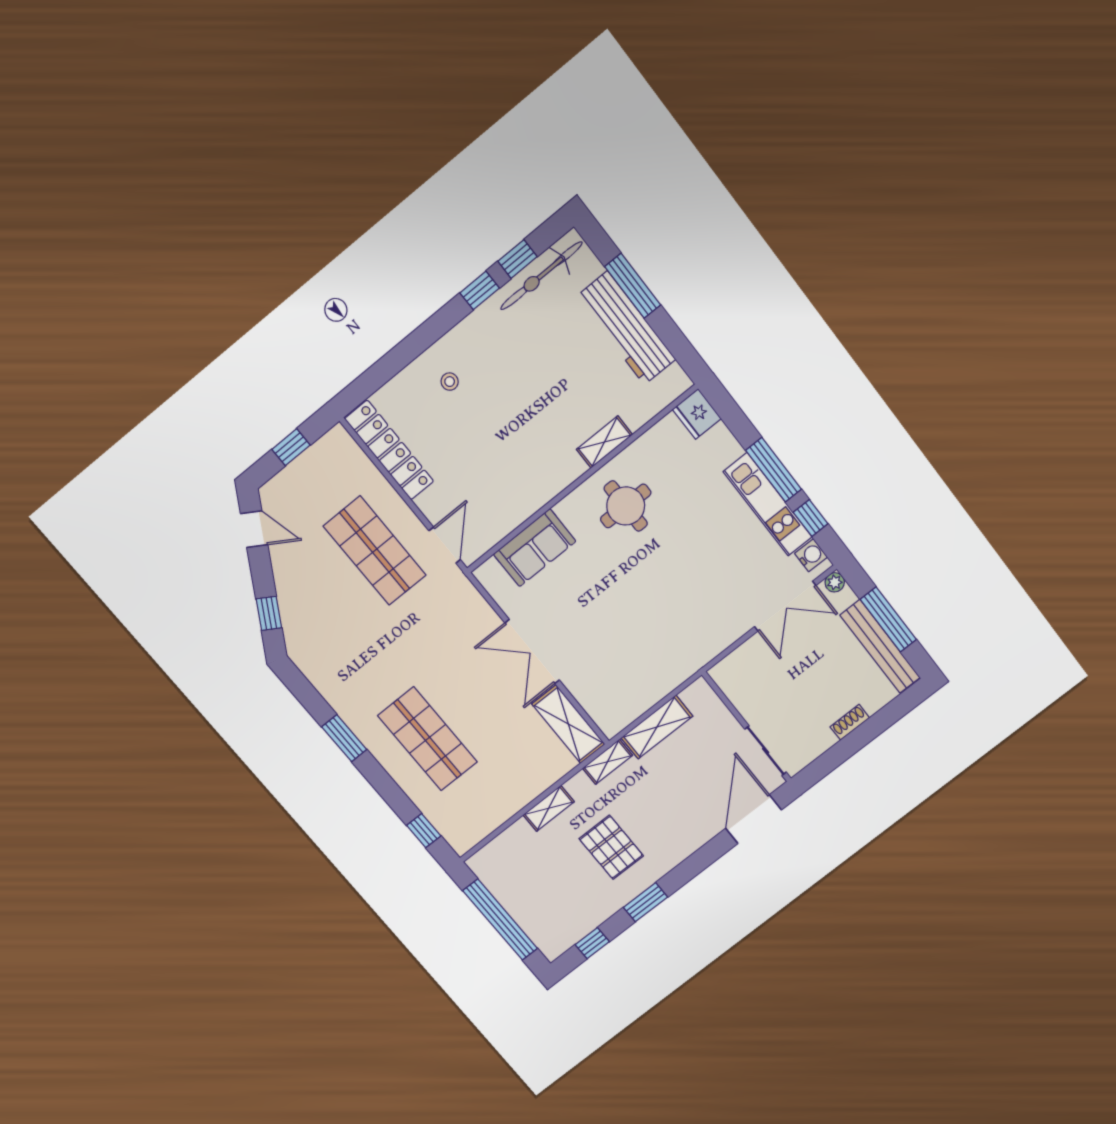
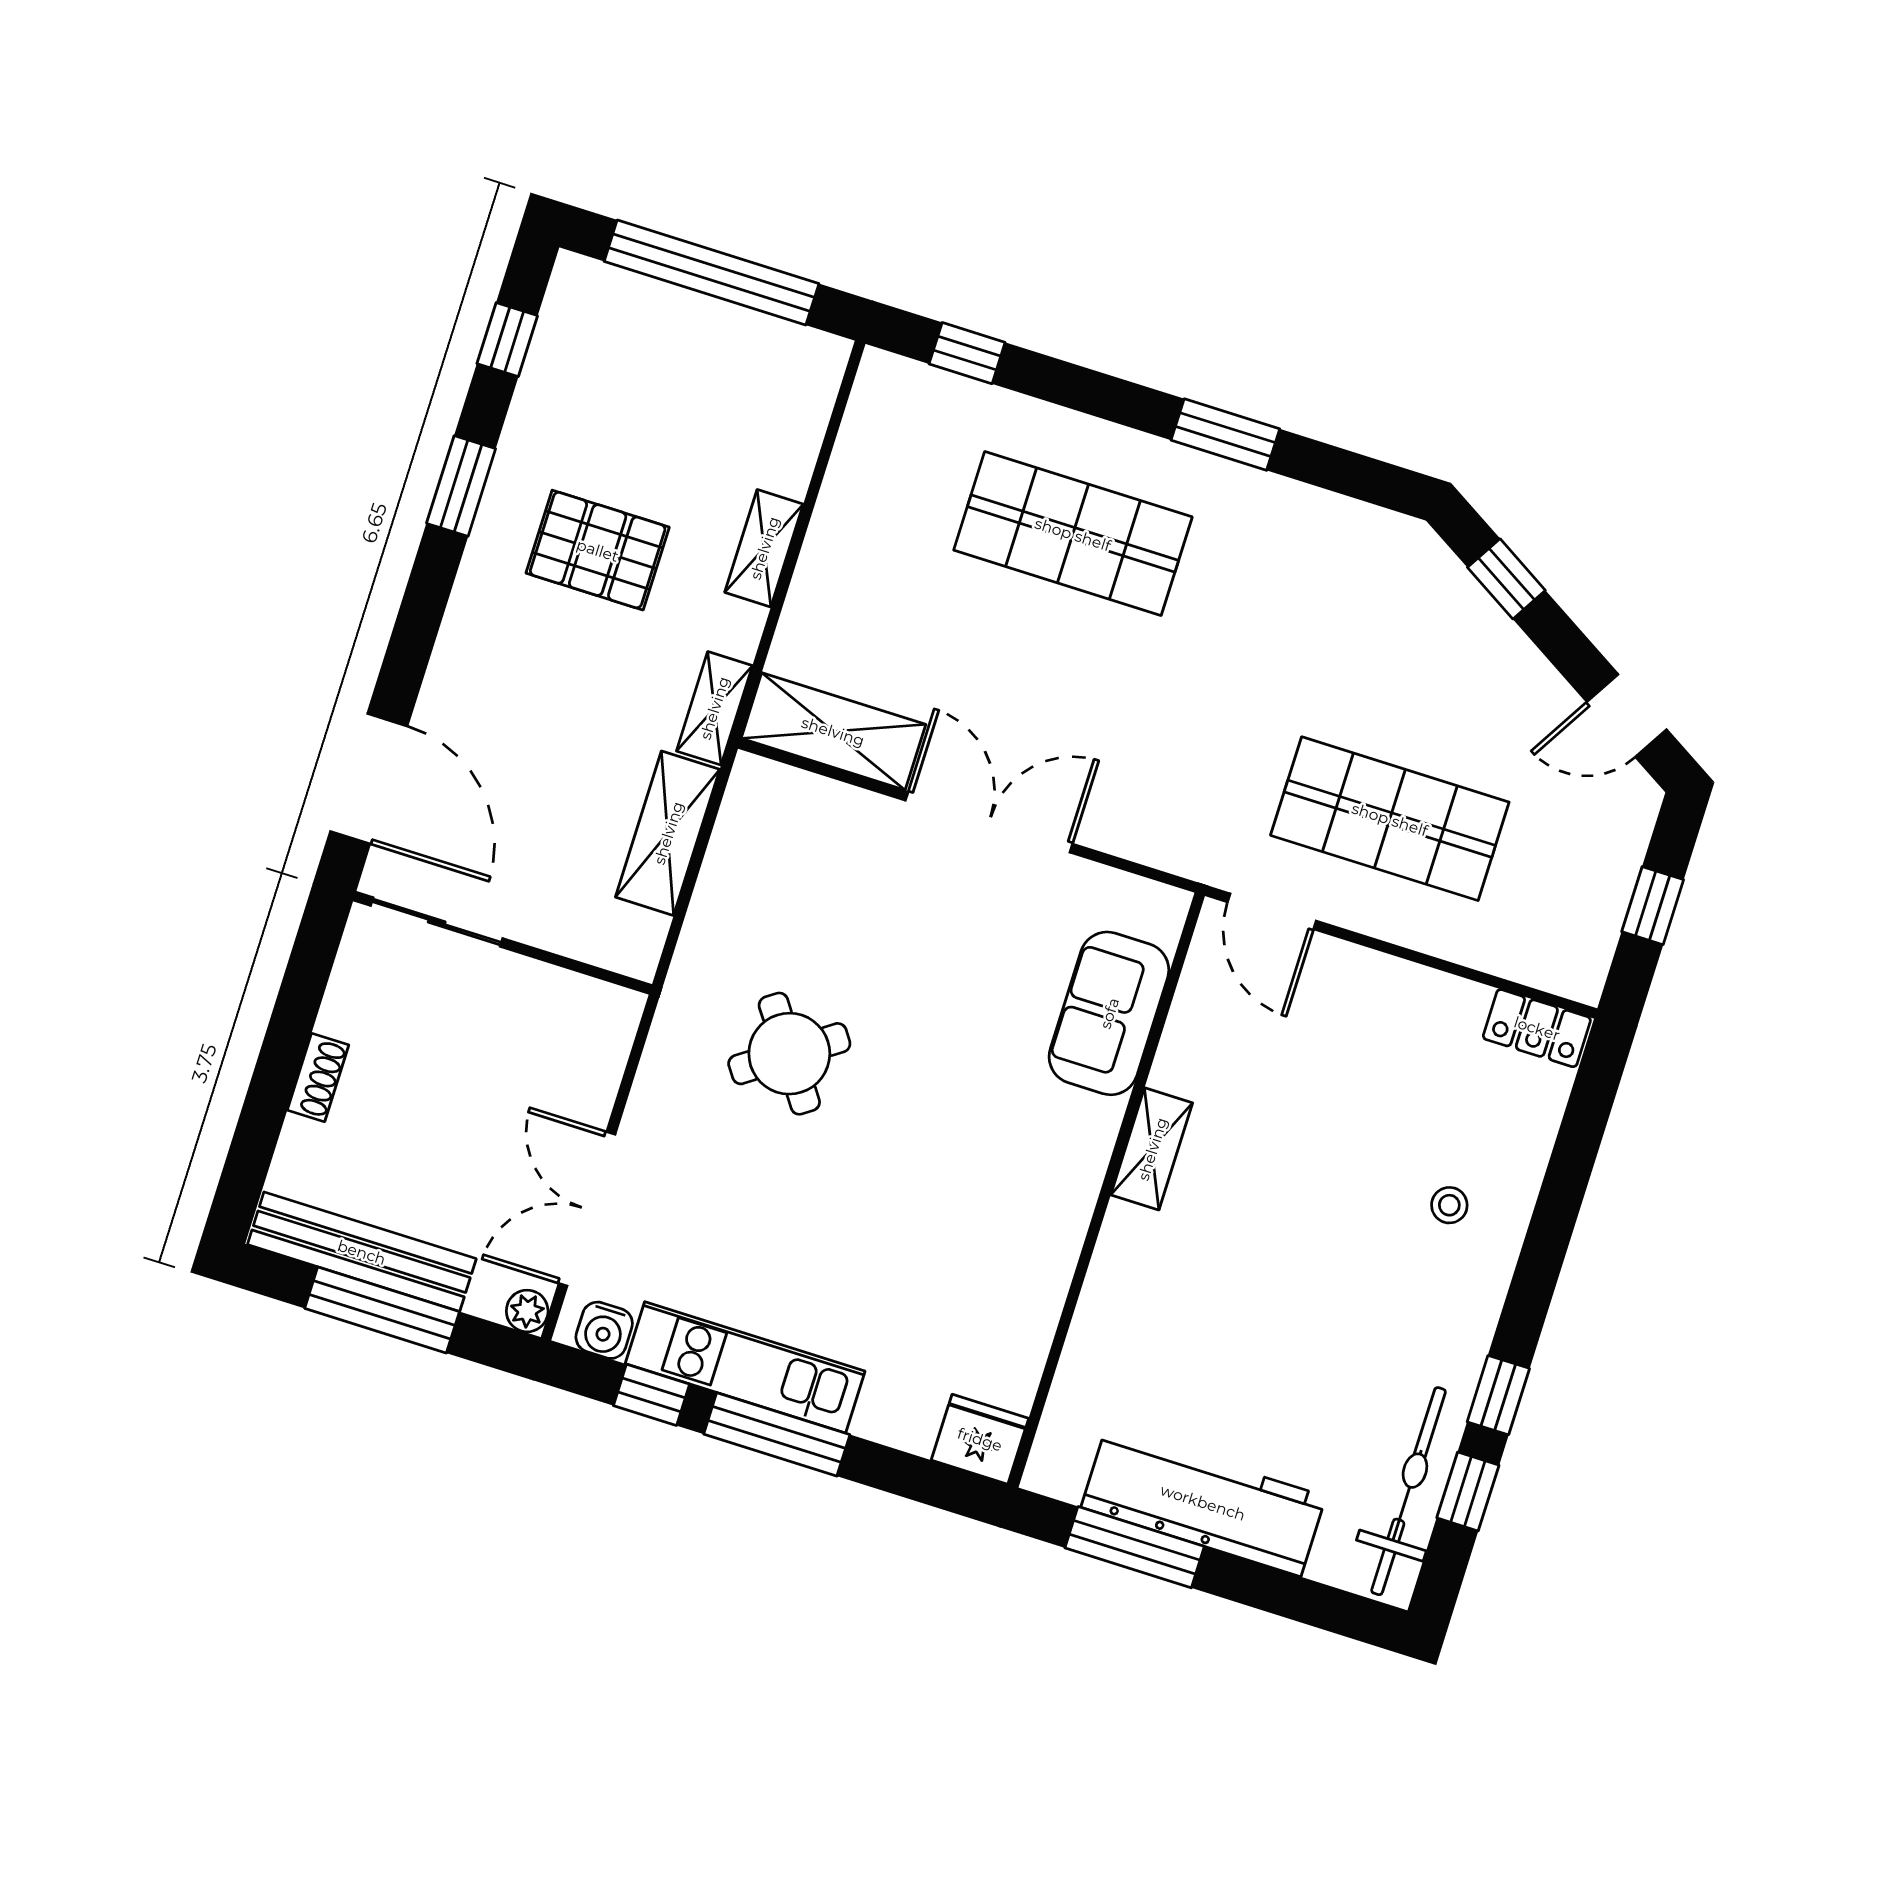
window: (633, 286) -> (1135, 1547), moved
shelving: (604, 442) -> (1152, 1149), moved
locker: (389, 450) -> (1537, 1028), width x0.46, depth x0.83
round table: (626, 506) -> (789, 1054), moved, turned -35

